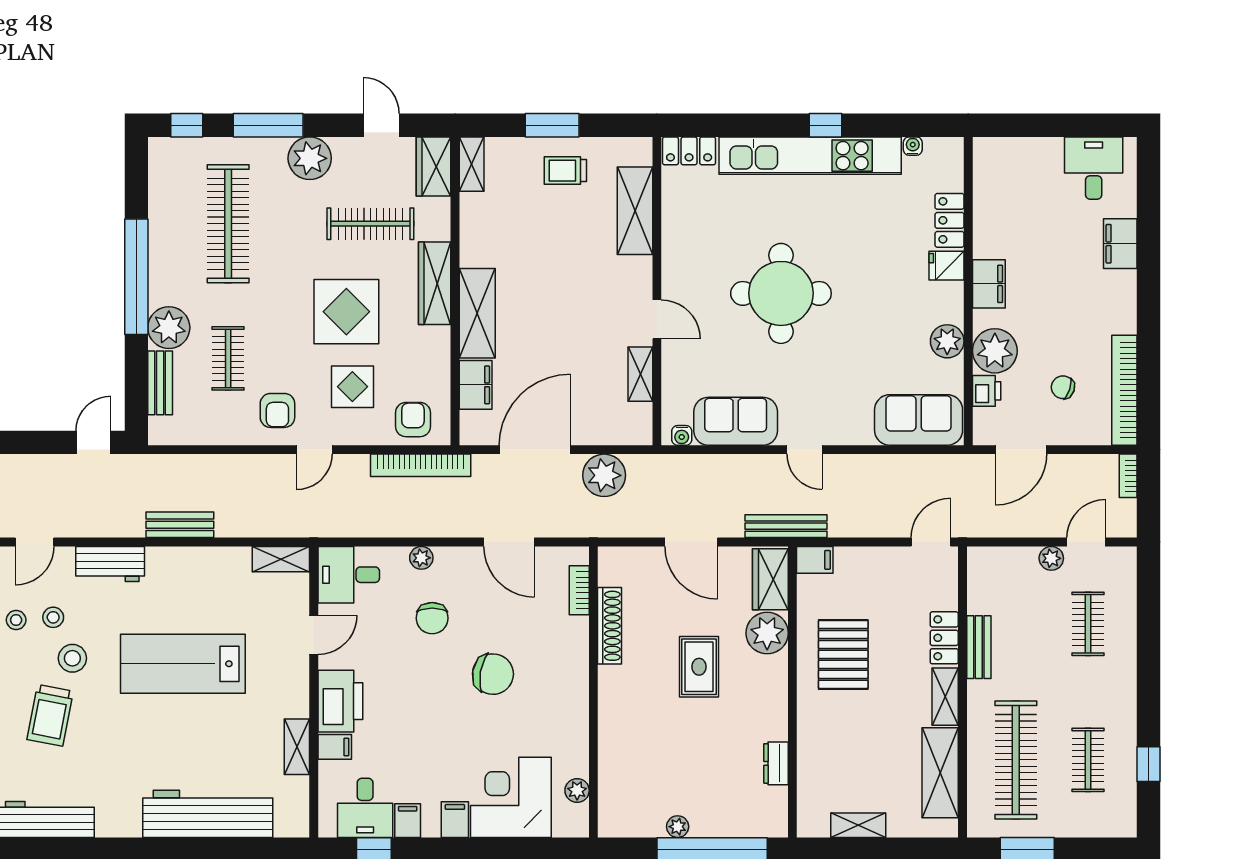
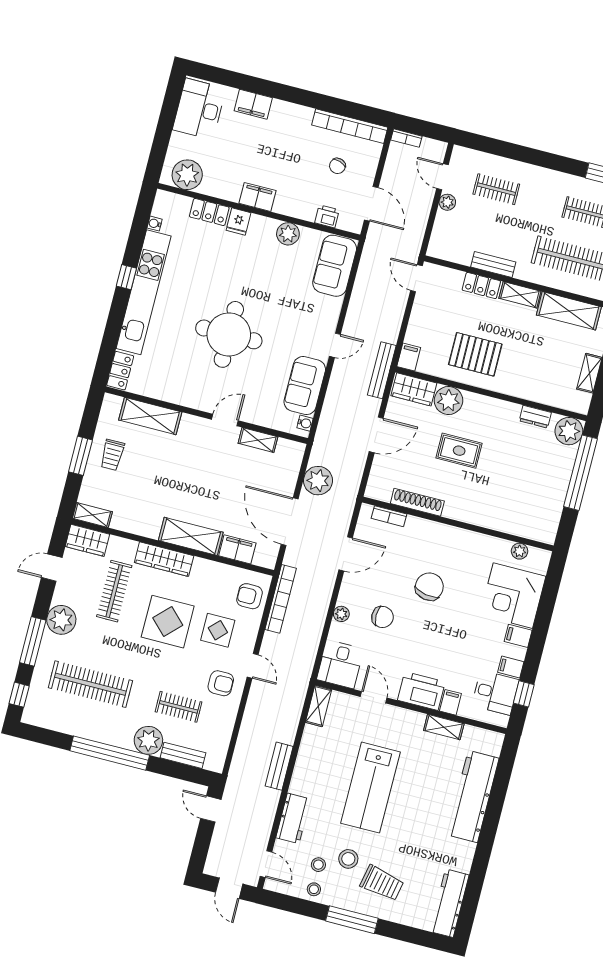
desk: (1094, 168) -> (199, 109), width x1.37
plant: (995, 351) -> (187, 175), moved
plant: (678, 827) -> (569, 431), moved, width x1.87, depth x1.87

